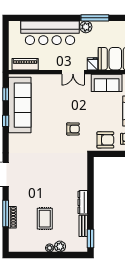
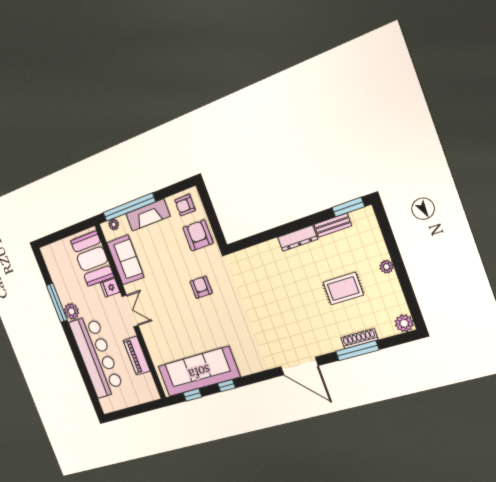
piano: (25, 64) -> (137, 356), moved
plant: (60, 246) -> (404, 323), moved

